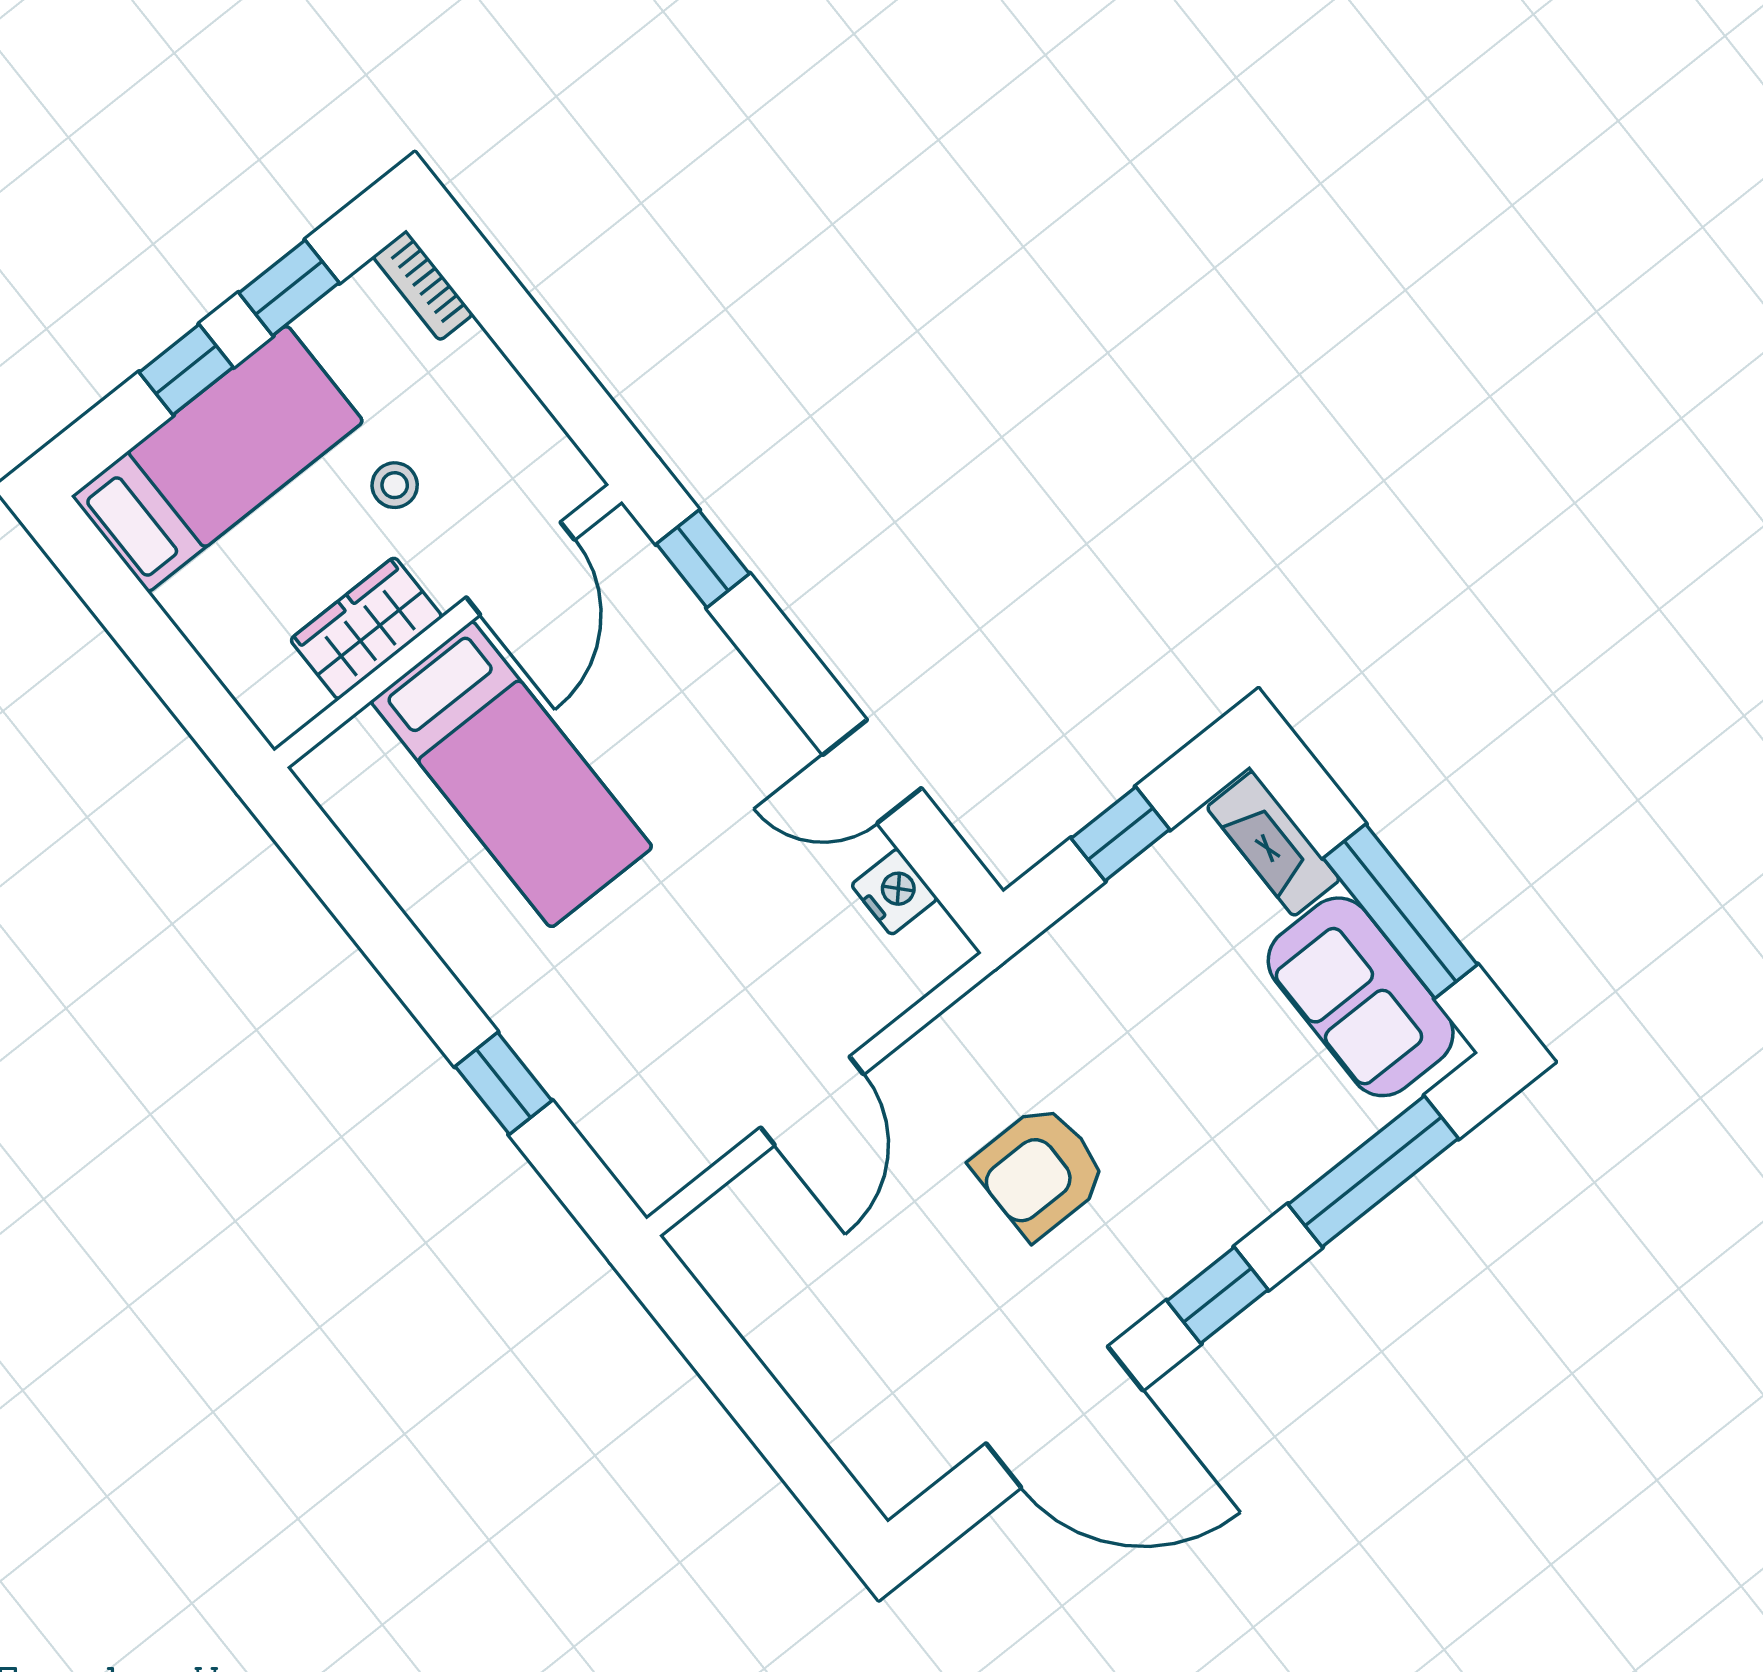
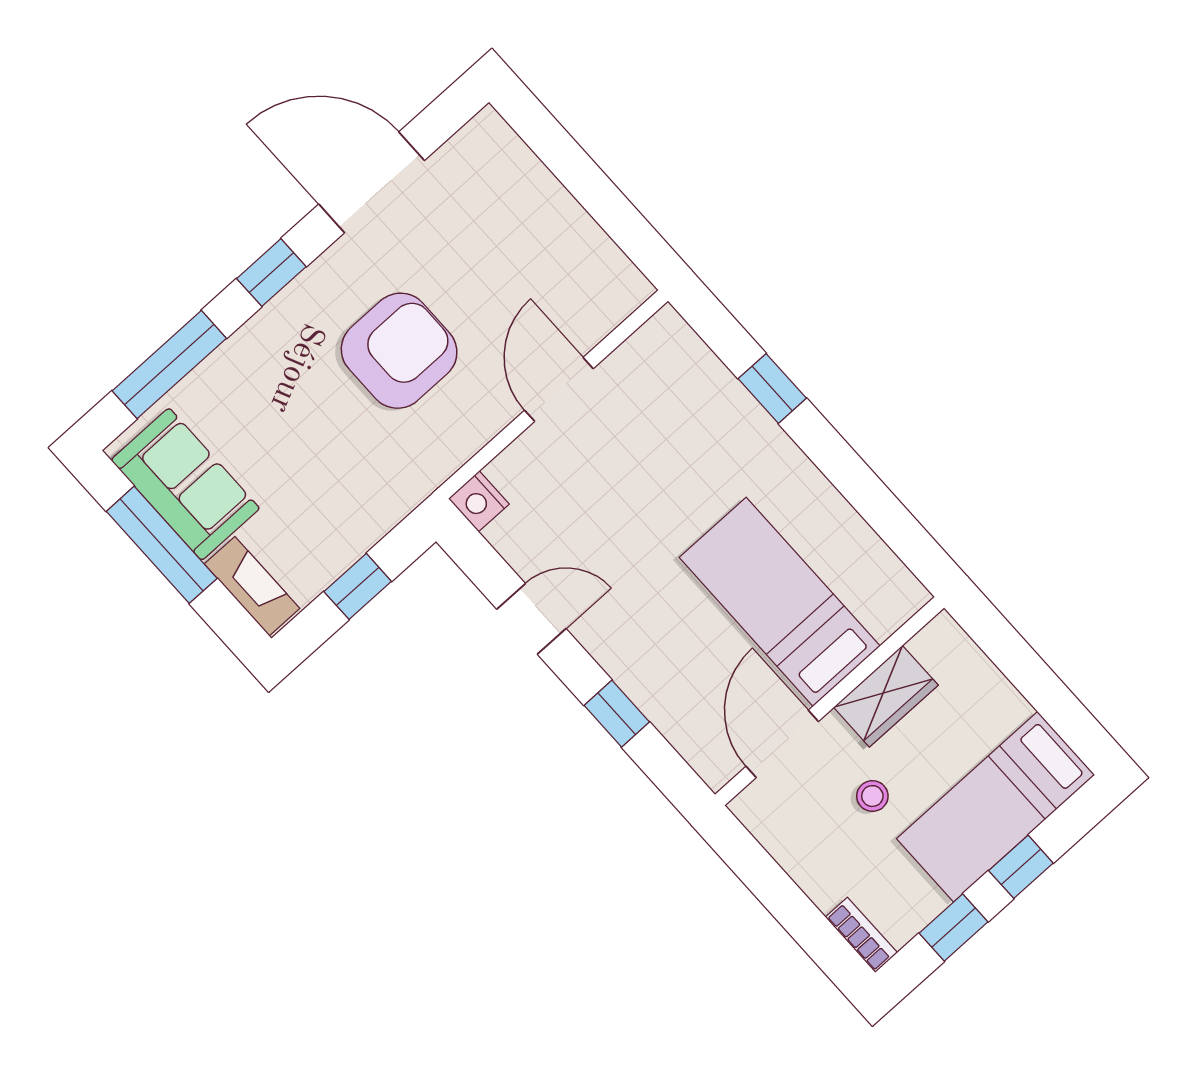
window: (703, 559) -> (617, 714), moved
nightstand: (894, 892) -> (479, 501), moved
armchair: (1040, 1171) -> (399, 351), width x1.36, depth x1.36

